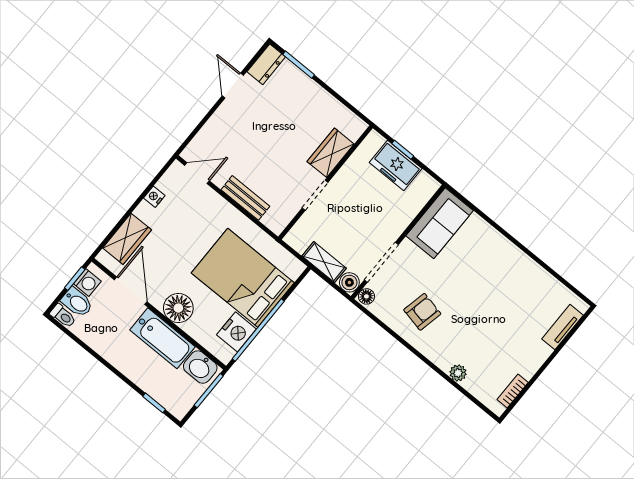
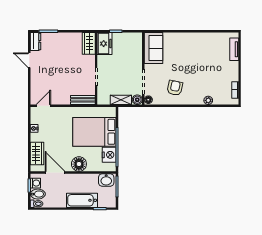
wardrobe: (331, 153) -> (89, 43), moved
freezer: (396, 166) -> (105, 44), moved, turned -90
bench: (245, 198) -> (83, 100), moved
bathtub: (162, 338) -> (82, 200), moved, turned 180

